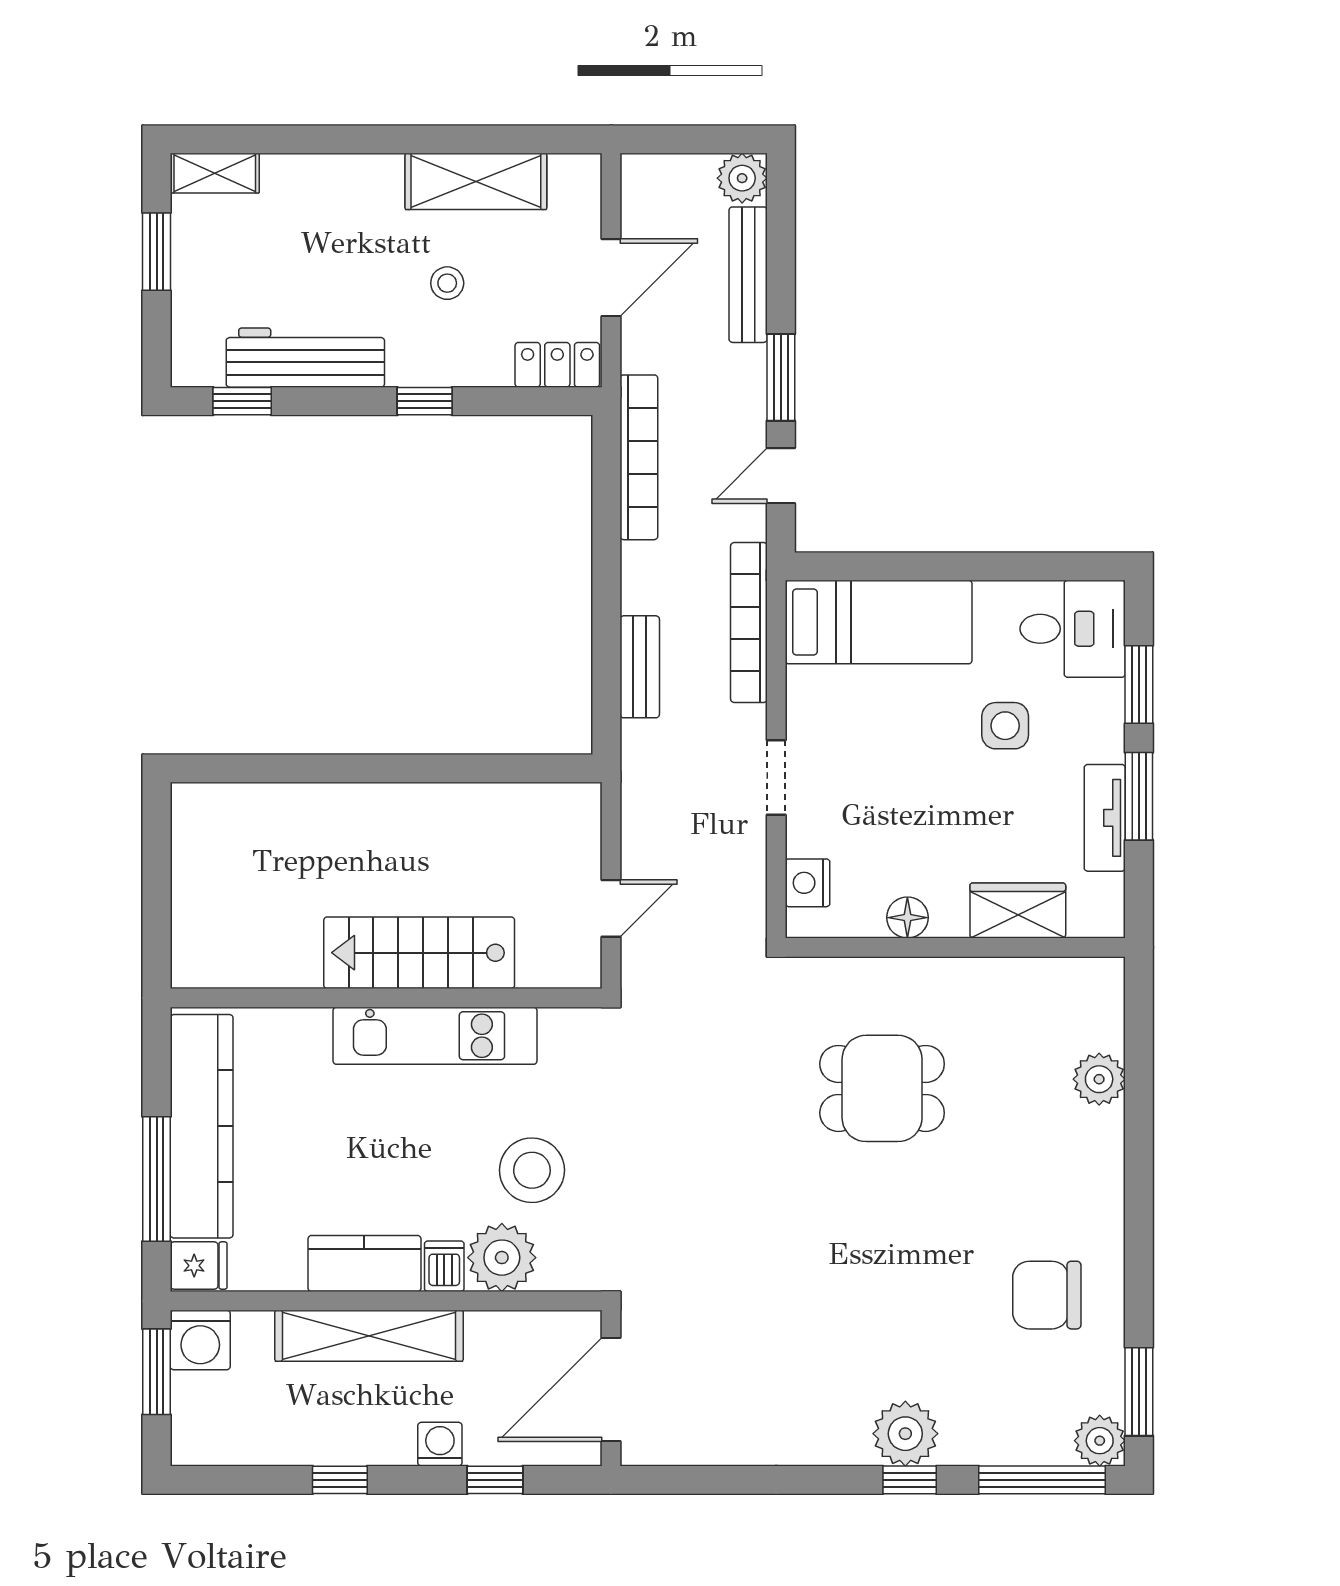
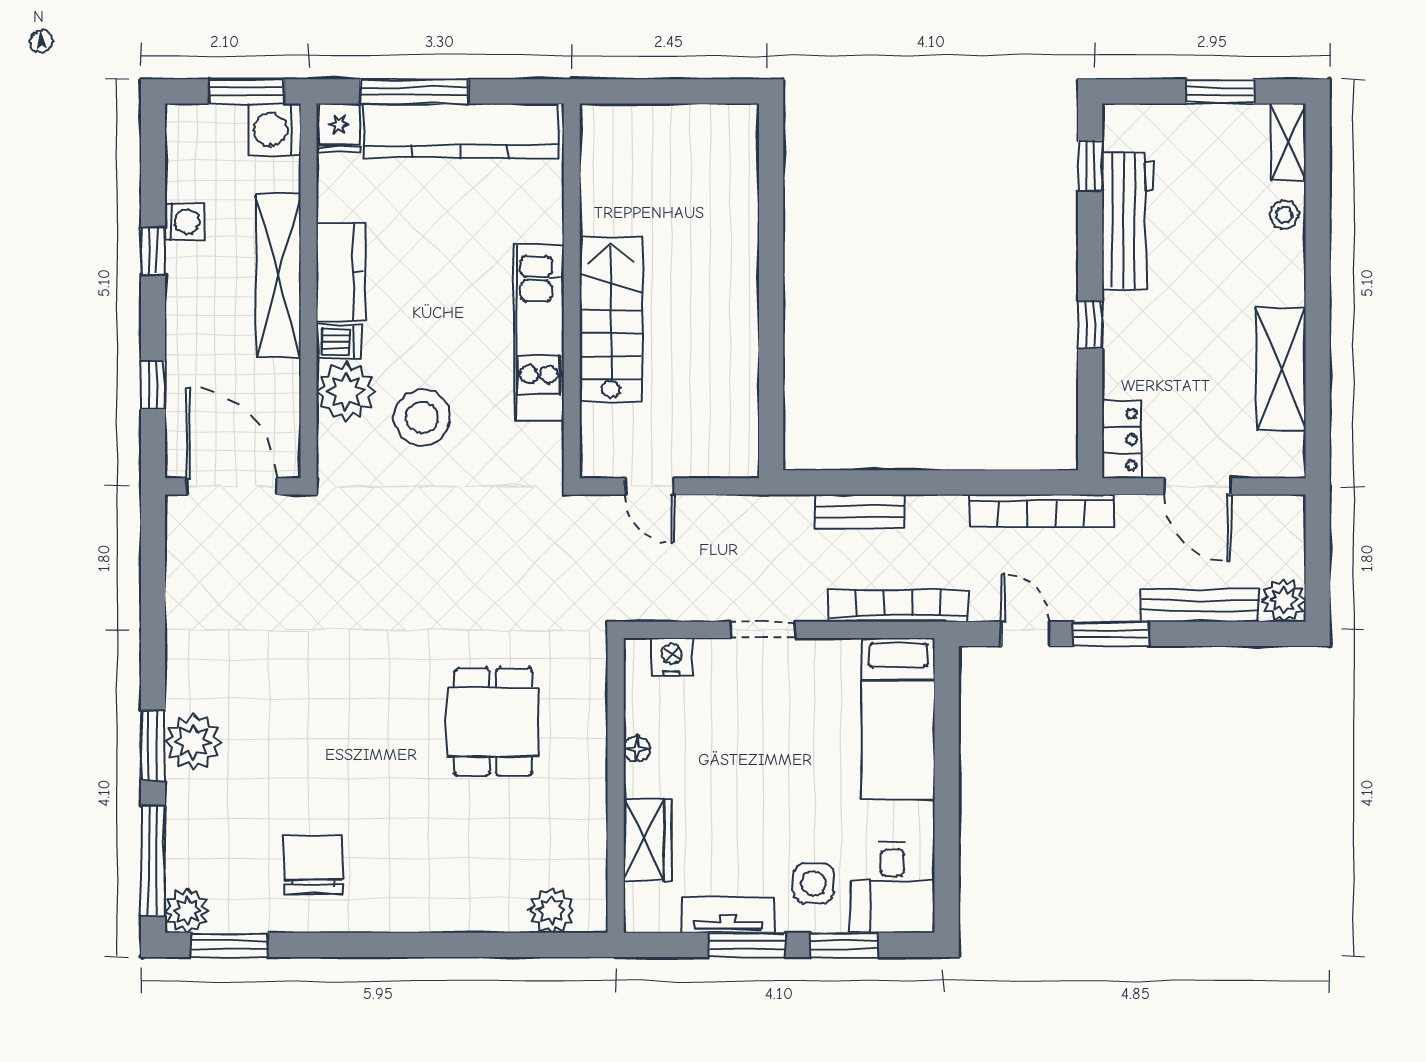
stool: (447, 283) -> (1284, 215), moved
side table: (1005, 726) -> (813, 883), moved
floor lamp: (907, 918) -> (637, 749), width x0.73, depth x0.73
plant: (1099, 1079) -> (552, 910), moved
washing machine: (440, 1444) -> (184, 222), moved
window: (910, 1480) -> (153, 746), width x1.50

